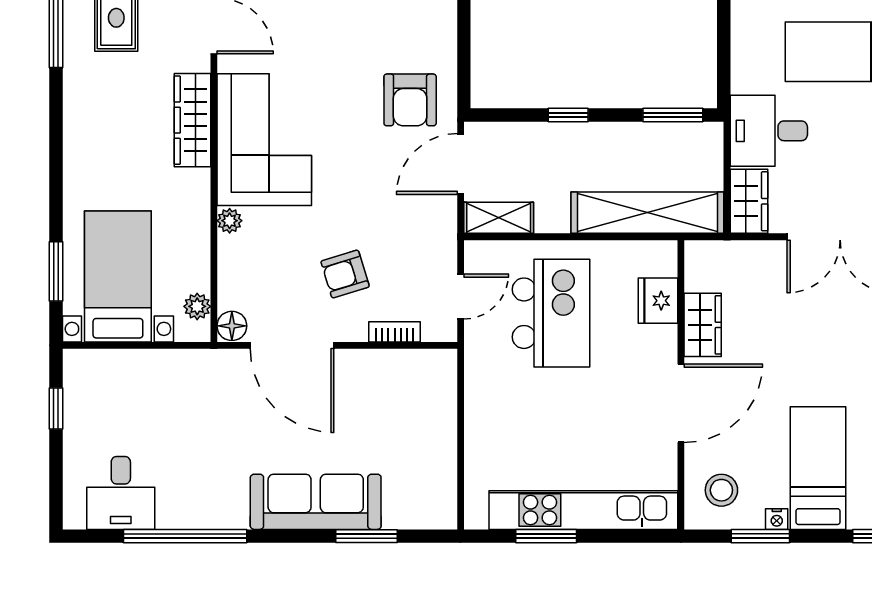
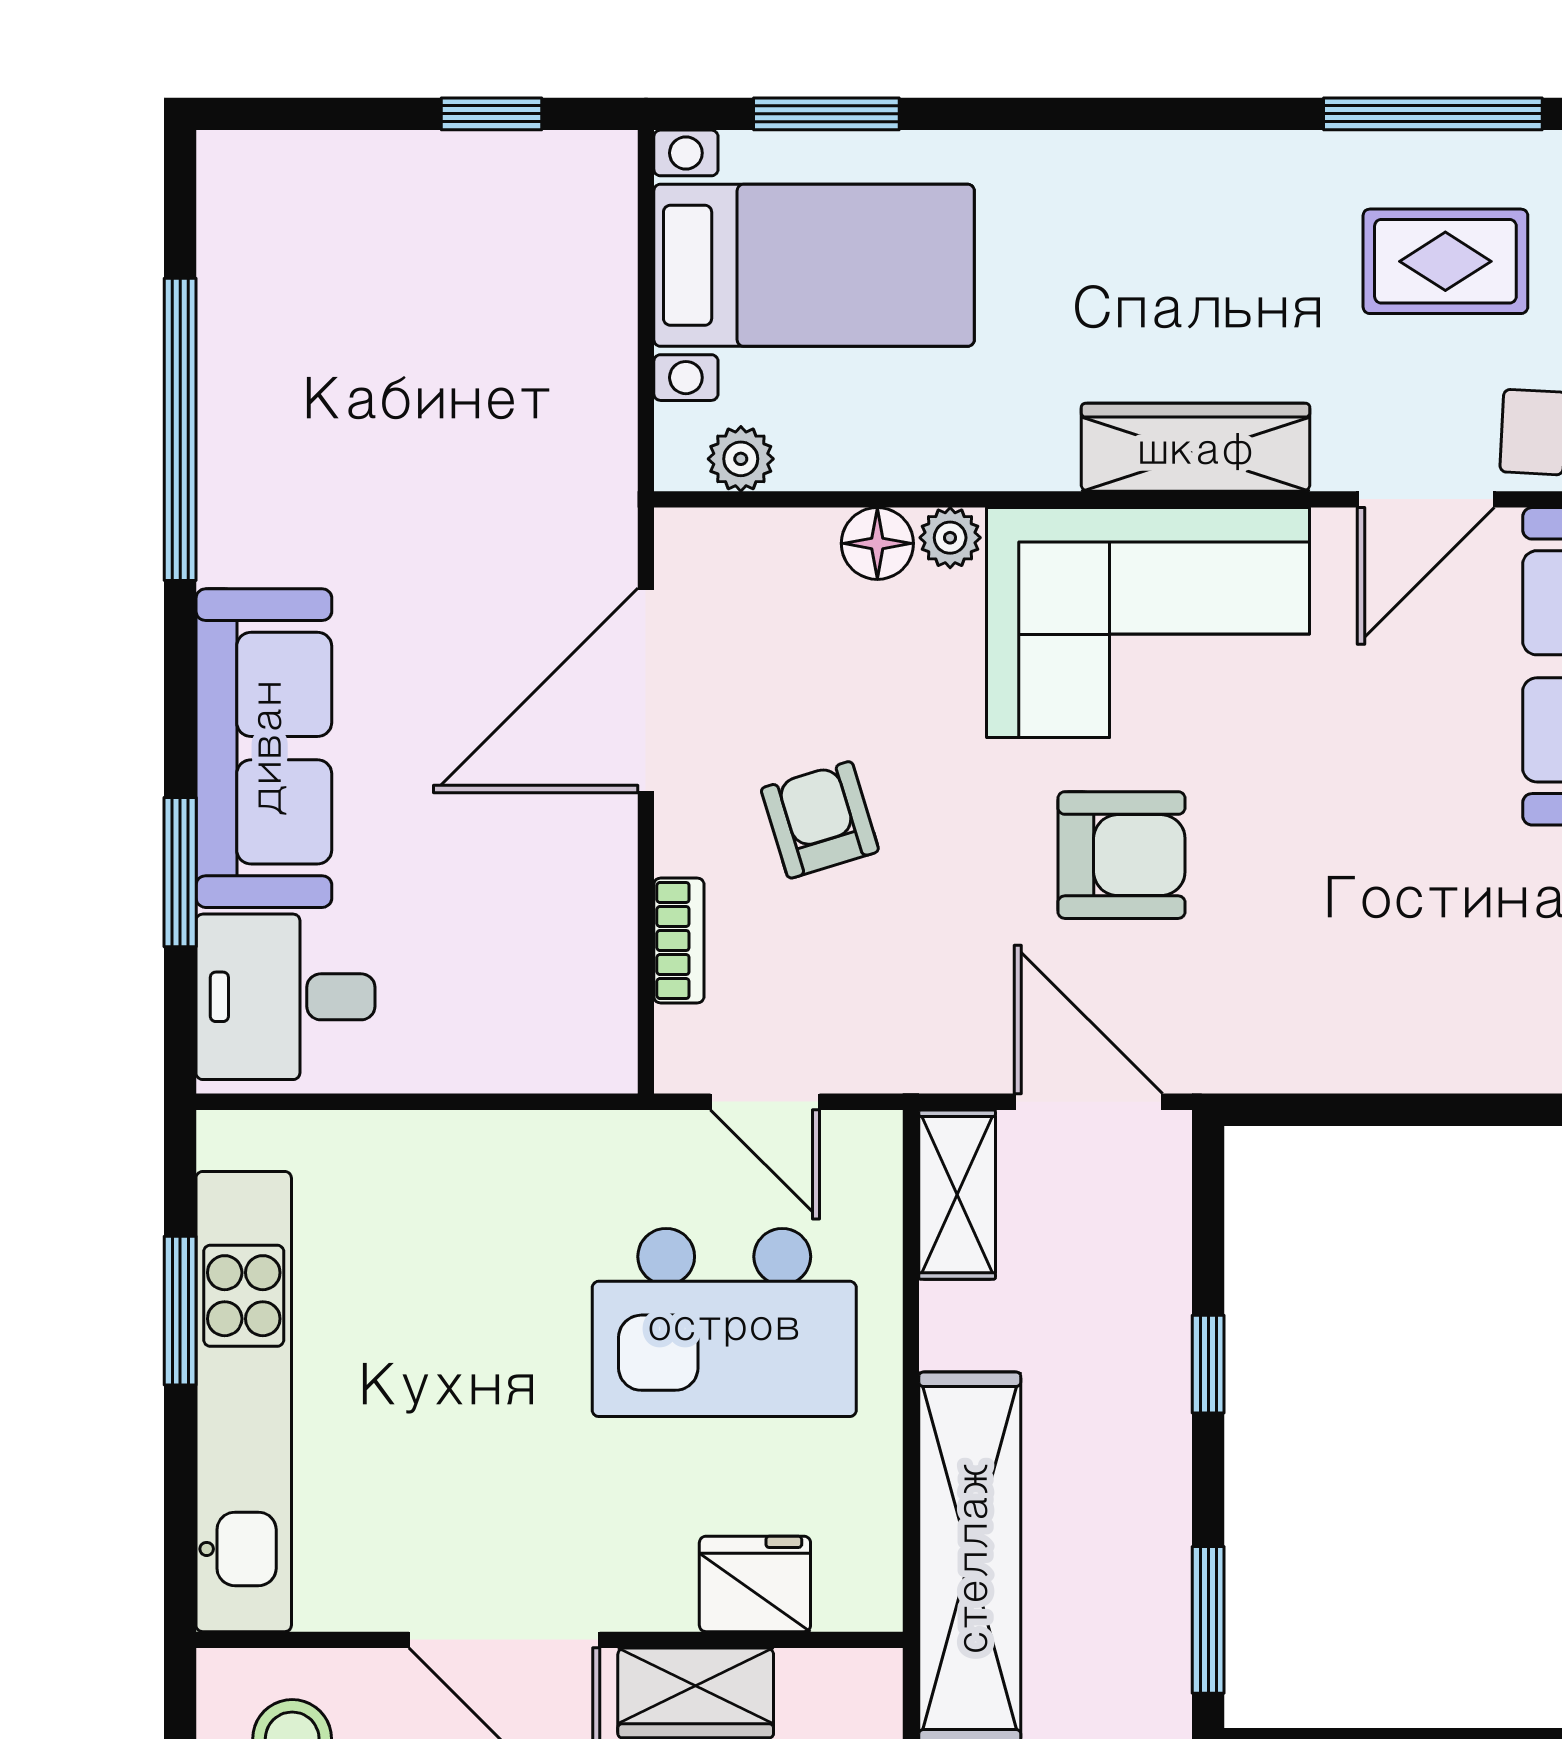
armchair: (410, 100) -> (1122, 855), moved, turned 180
floor lamp: (232, 326) -> (877, 543), moved
desk: (121, 493) -> (285, 997), moved

